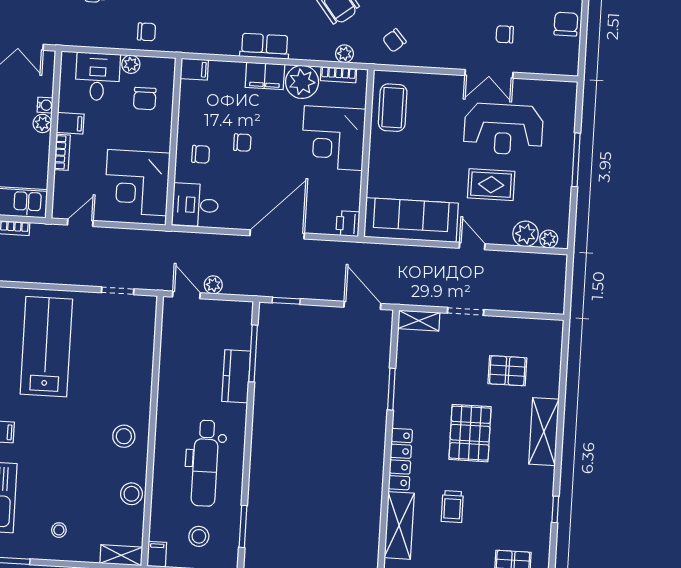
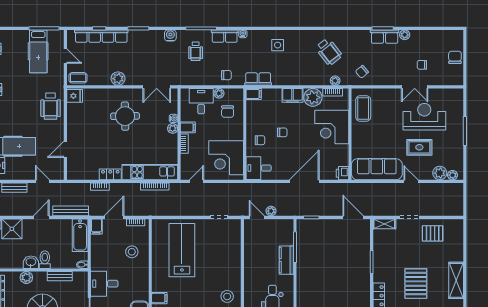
row of seats: (265, 46) -> (258, 79), moved
reception desk: (503, 129) -> (424, 117), turned 180
pallet: (507, 371) -> (433, 233), moved

